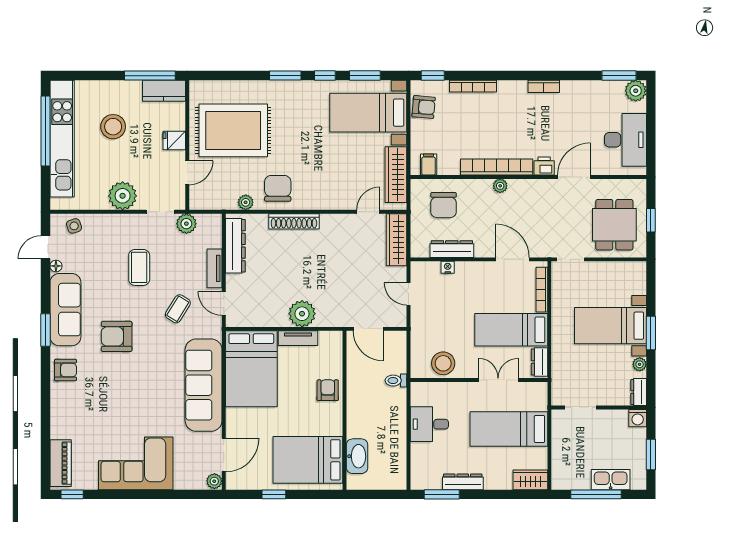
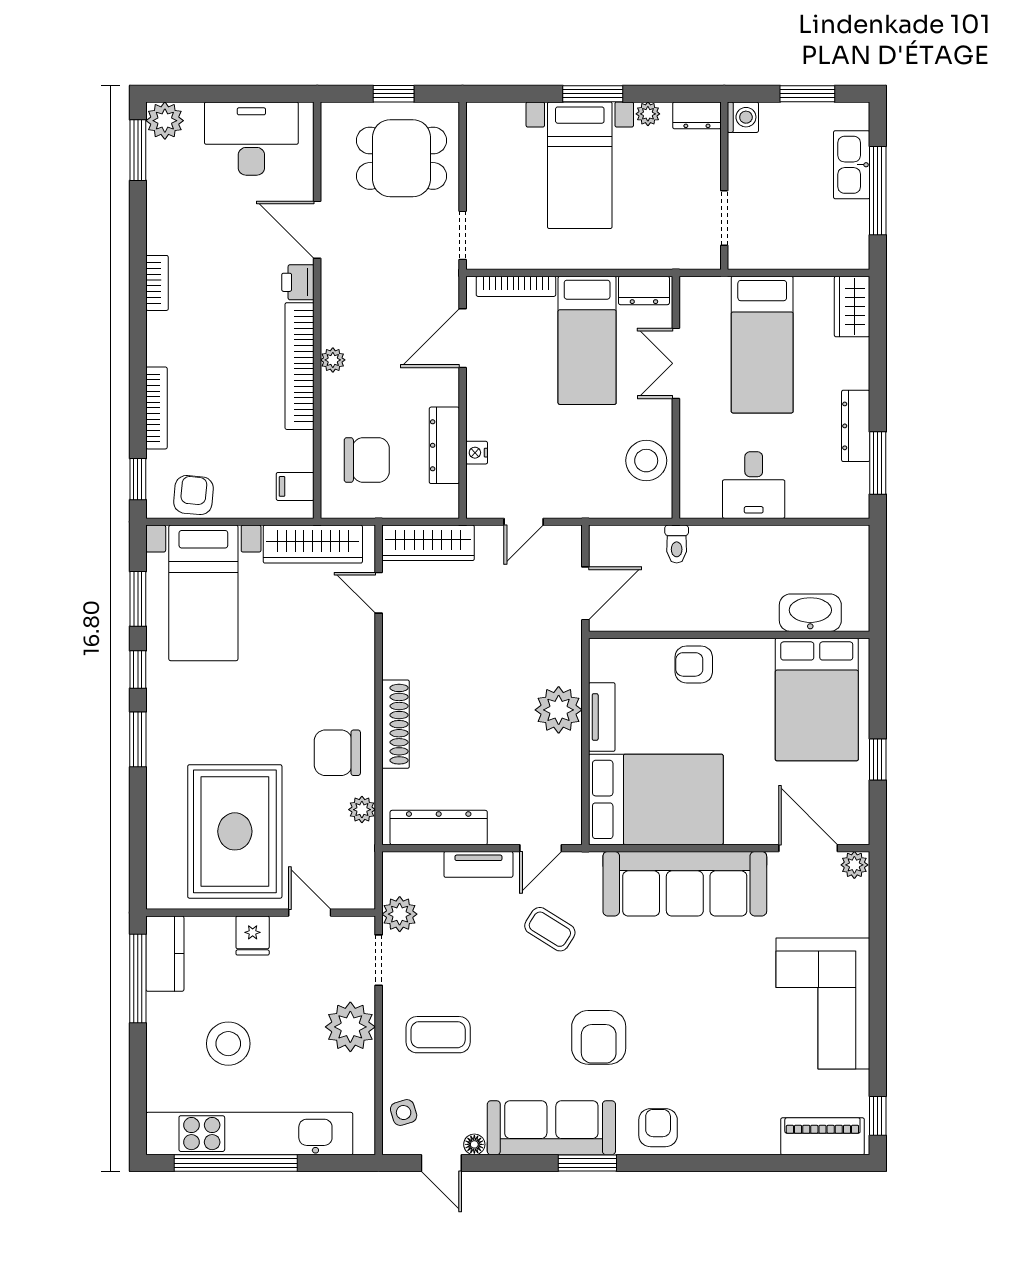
coffee table: (139, 267) -> (438, 1035), moved

